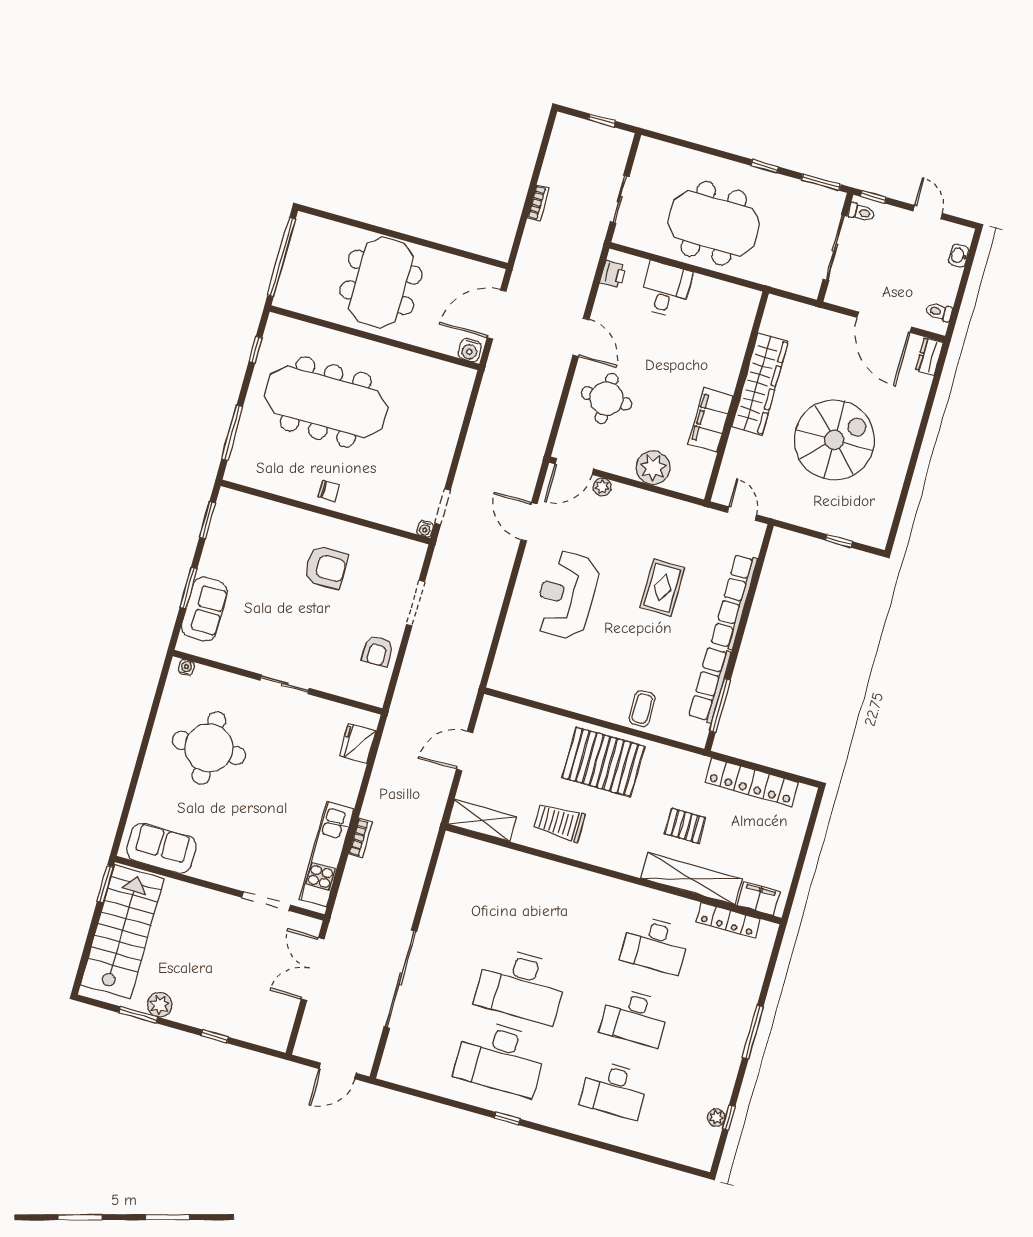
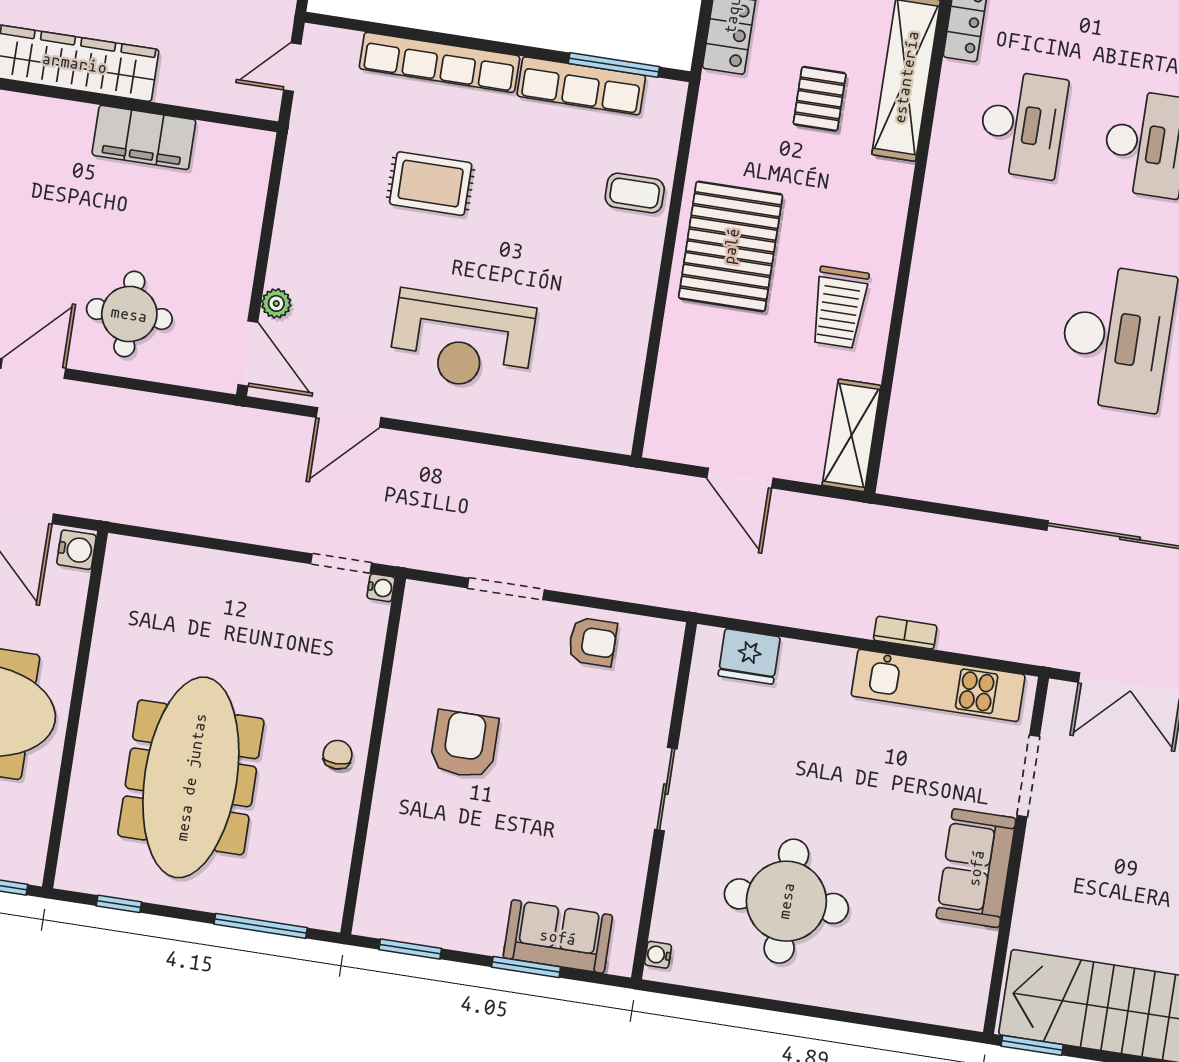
plant: (653, 468) -> (234, 223), removed
sofa: (161, 848) -> (976, 868), moved

